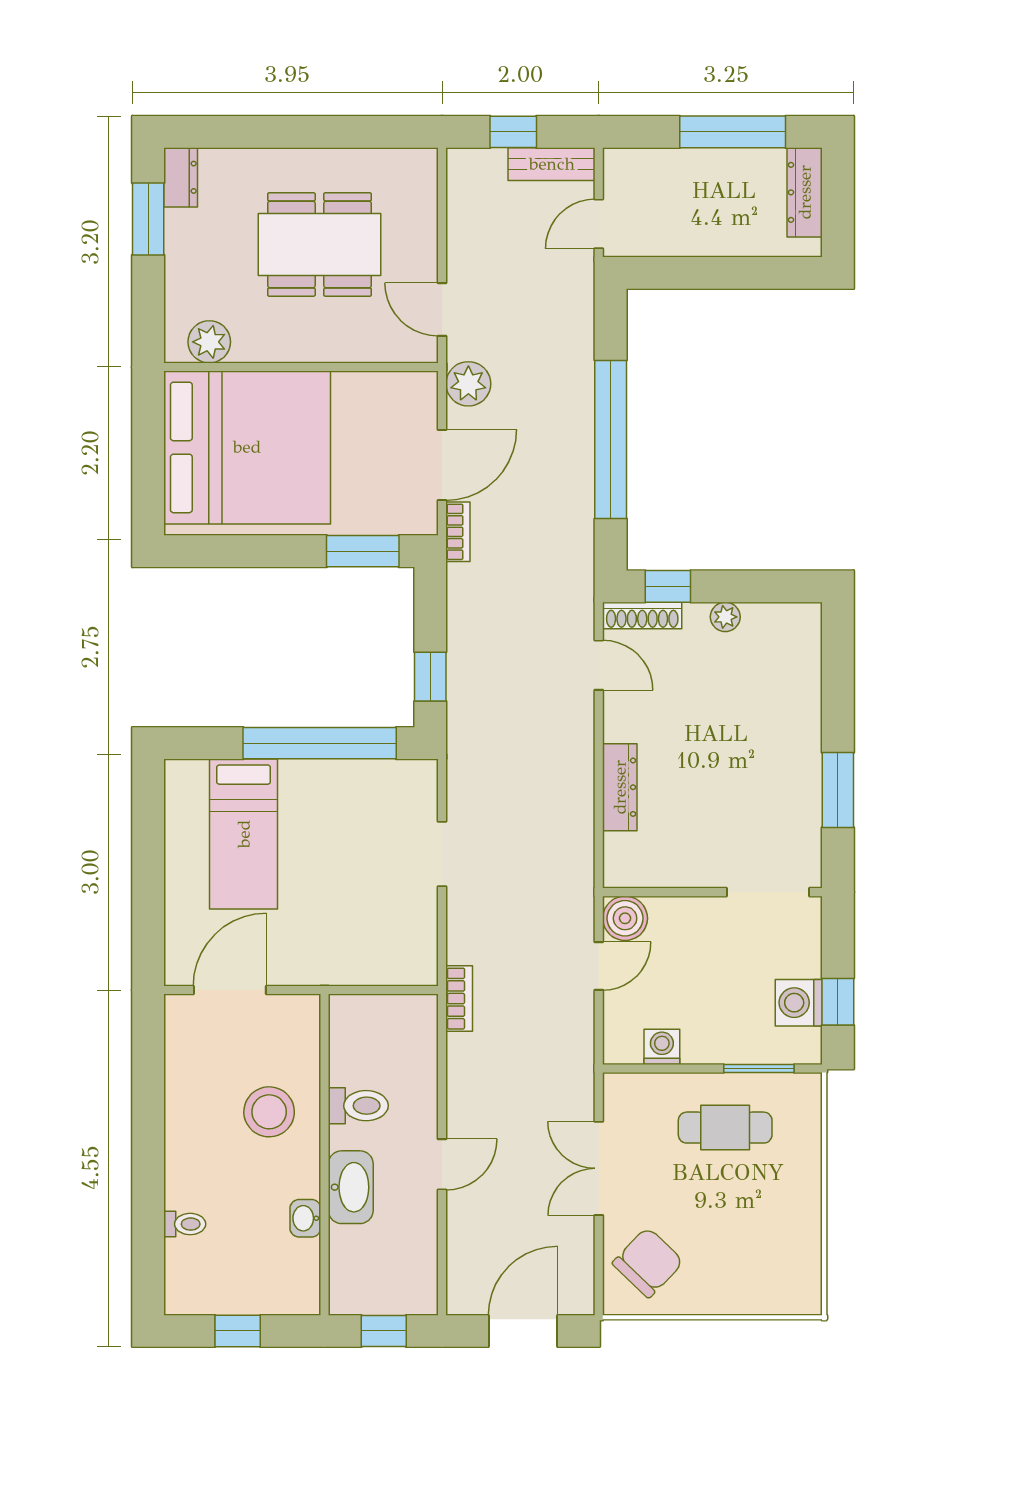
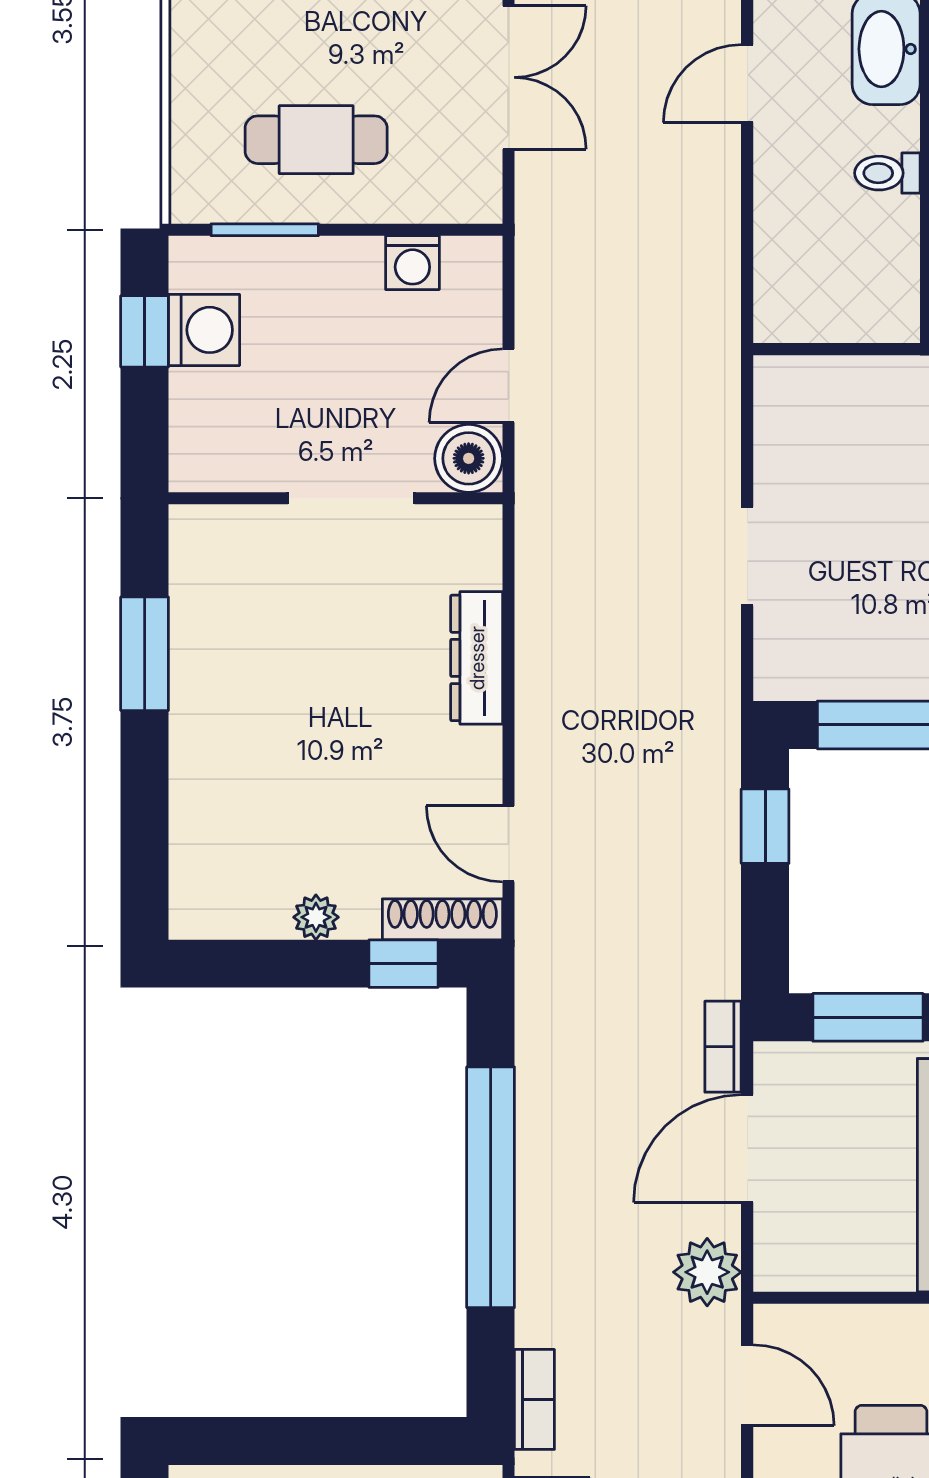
doorway: (768, 892) -> (351, 498), moved
bookcase: (459, 999) -> (534, 1399), moved, turned 180
toilet: (358, 1106) -> (887, 173), width x0.73, depth x0.72

